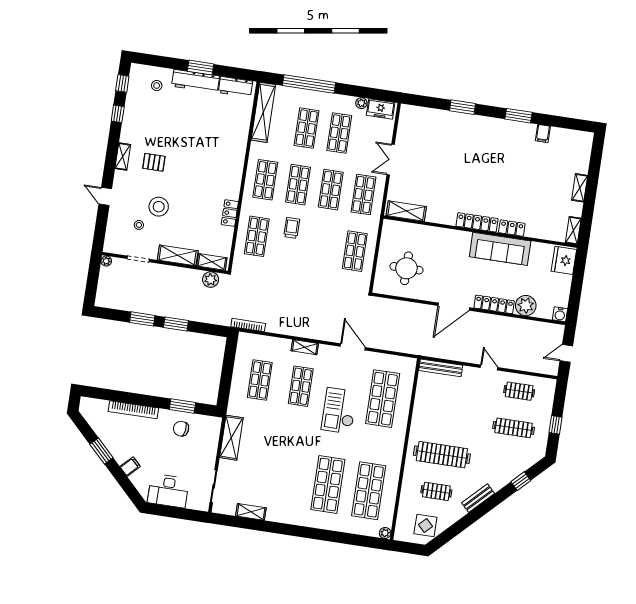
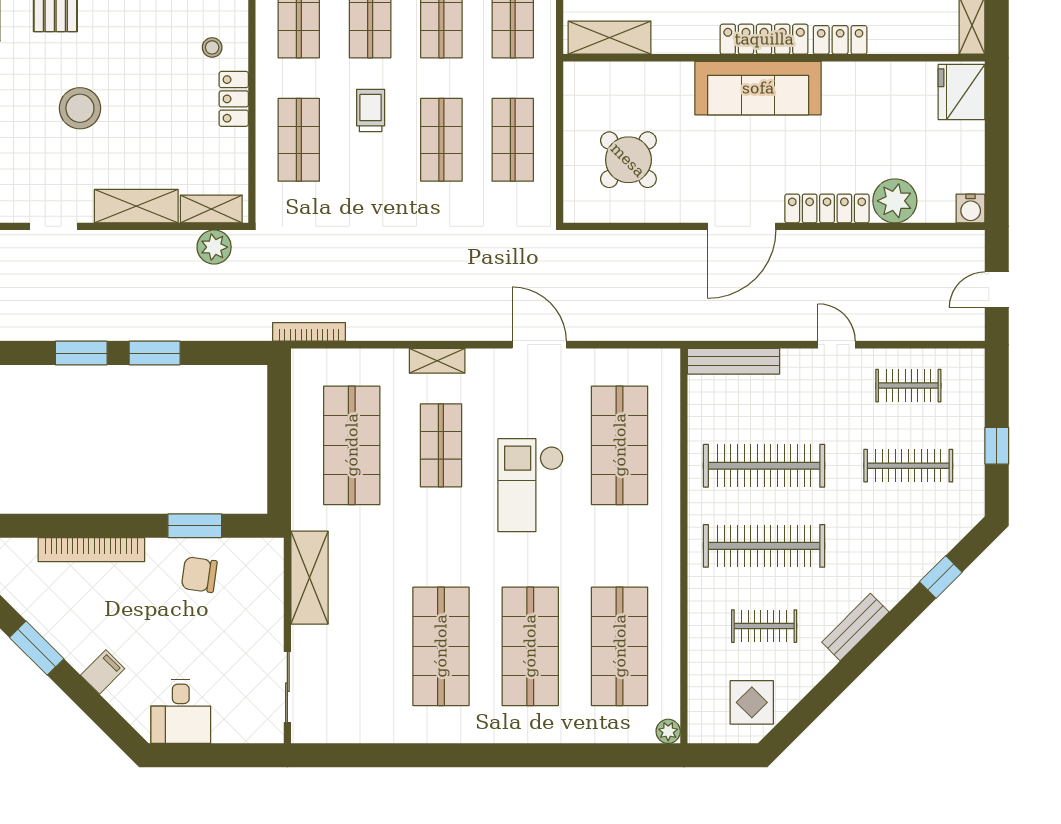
stool: (139, 225) -> (212, 47), moved
shop shelf: (322, 246) -> (441, 140), added
sofa: (500, 249) -> (758, 88), moved
round table: (406, 268) -> (628, 160), turned 45
shop shelf: (260, 380) -> (352, 445), width x1.43, depth x1.36
clothes rail: (447, 418) -> (764, 466), added
shop shelf: (287, 478) -> (441, 646), added
desk: (168, 491) -> (181, 711), width x0.73
shelving: (251, 512) -> (375, 729), removed

